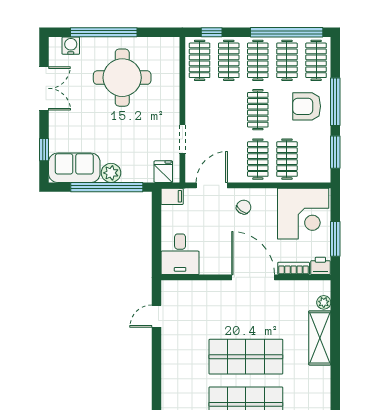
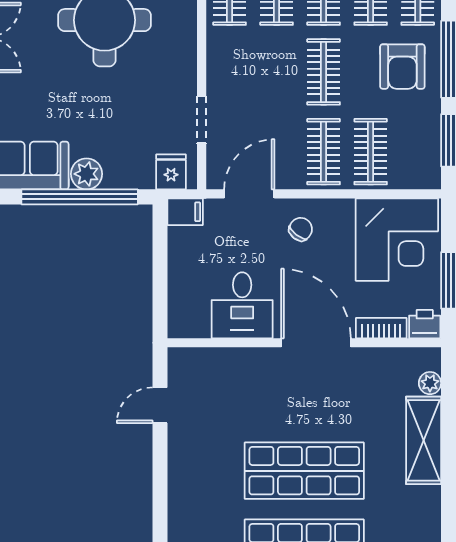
armchair: (307, 106) -> (402, 67), turned -90
desk: (180, 254) -> (242, 305), moved

